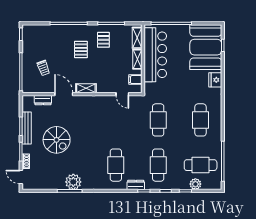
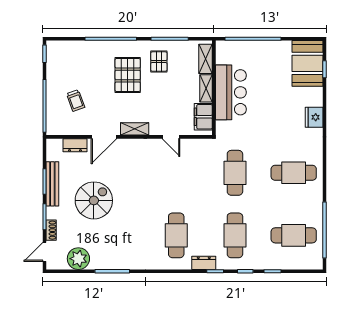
booth: (206, 47) -> (307, 63), width x0.73, depth x0.70
pallet: (81, 50) -> (128, 75), width x1.50, depth x1.42
bar counter: (155, 55) -> (231, 92), width x0.73
filing cabinet: (135, 80) -> (203, 117), width x2.00
door: (64, 94) -> (104, 137), swing flipped
door: (122, 94) -> (171, 137), moved
cafe table: (201, 120) -> (294, 173), turned 90
spiral stairs: (57, 140) -> (94, 200), turned -90
door: (21, 177) -> (44, 252), hinge flipped
plant: (73, 182) -> (78, 259), moved
plant: (195, 184) -> (287, 262), removed

